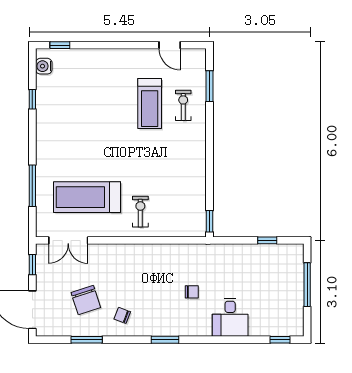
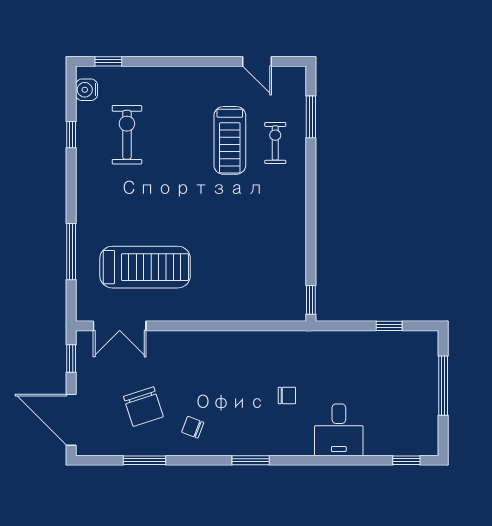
treadmill: (87, 197) -> (145, 267), turned 180
exercise bike: (140, 212) -> (127, 135), moved, width x1.38, depth x1.39

